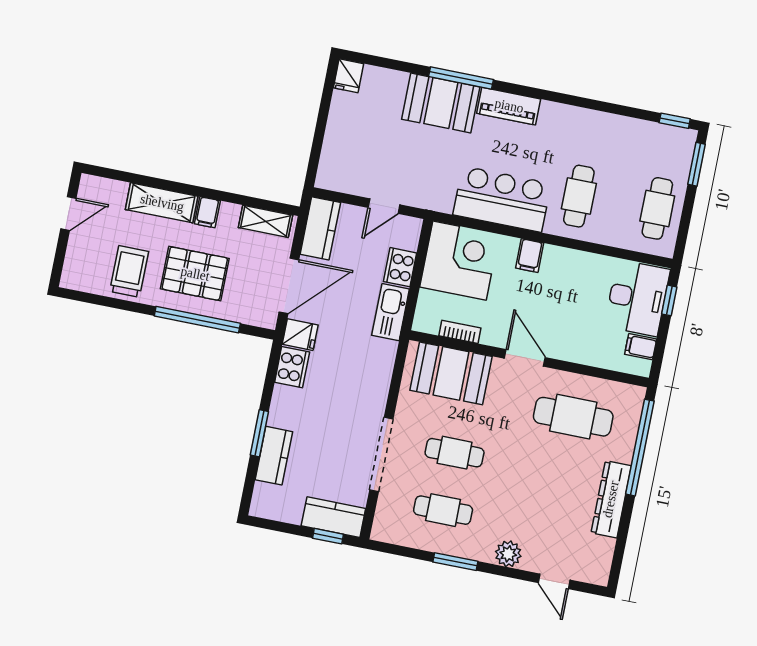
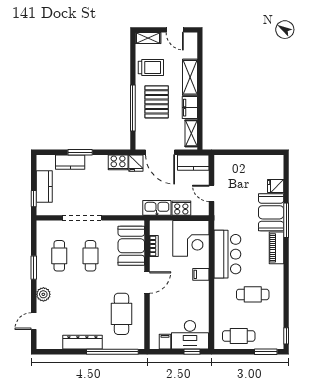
fridge: (349, 76) -> (276, 186), moved
cafe table: (579, 196) -> (253, 294), moved
filing cabinet: (207, 212) -> (190, 108), width x2.00
shelving: (74, 266) -> (148, 38), added
kitchen counter: (333, 517) -> (44, 187), moved

